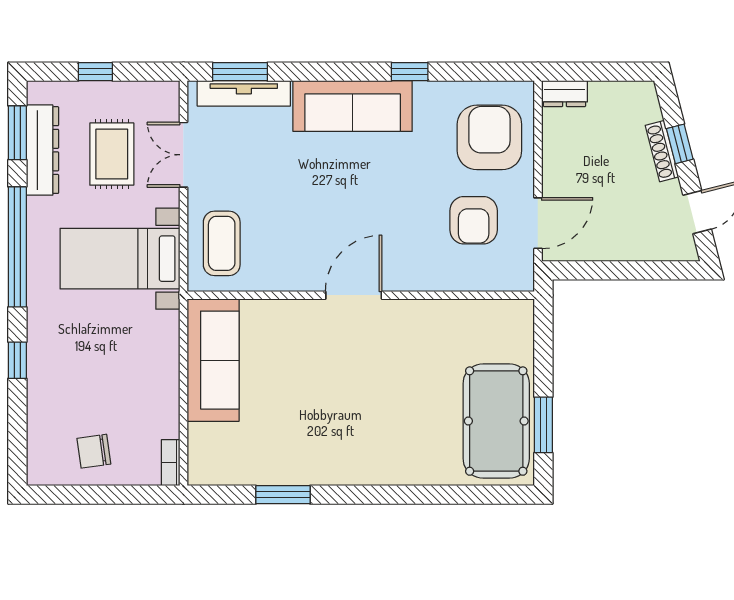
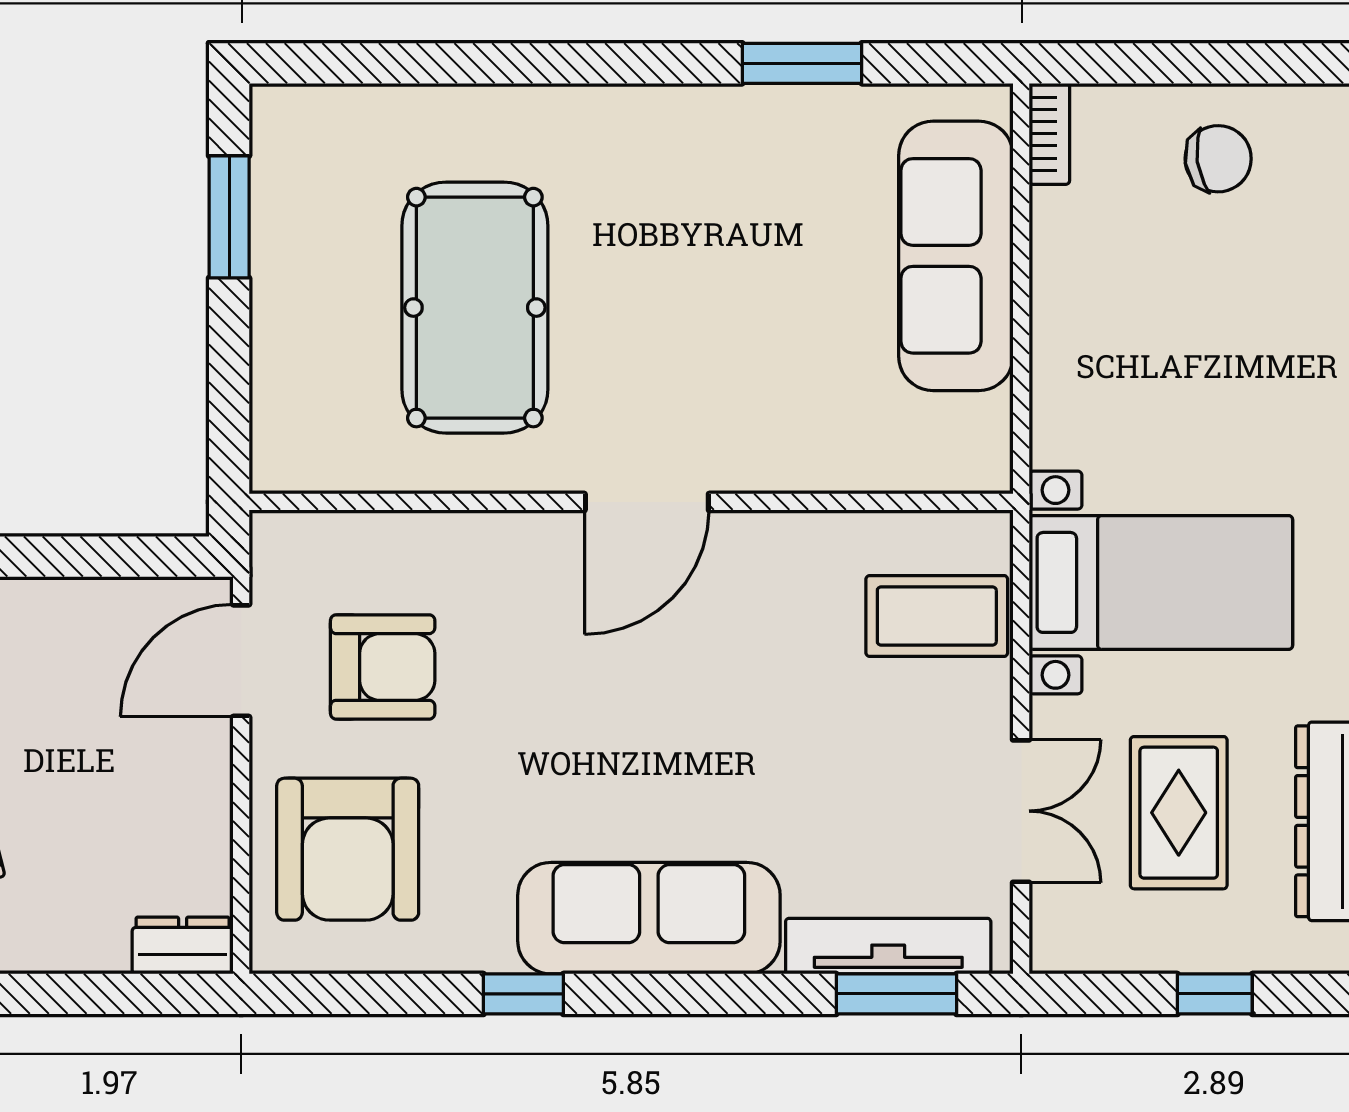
armchair: (474, 220) -> (383, 667), turned 90
coffee table: (222, 243) -> (937, 616), turned 90
sofa: (213, 360) -> (956, 256), moved
pool table: (496, 421) -> (475, 308), moved

